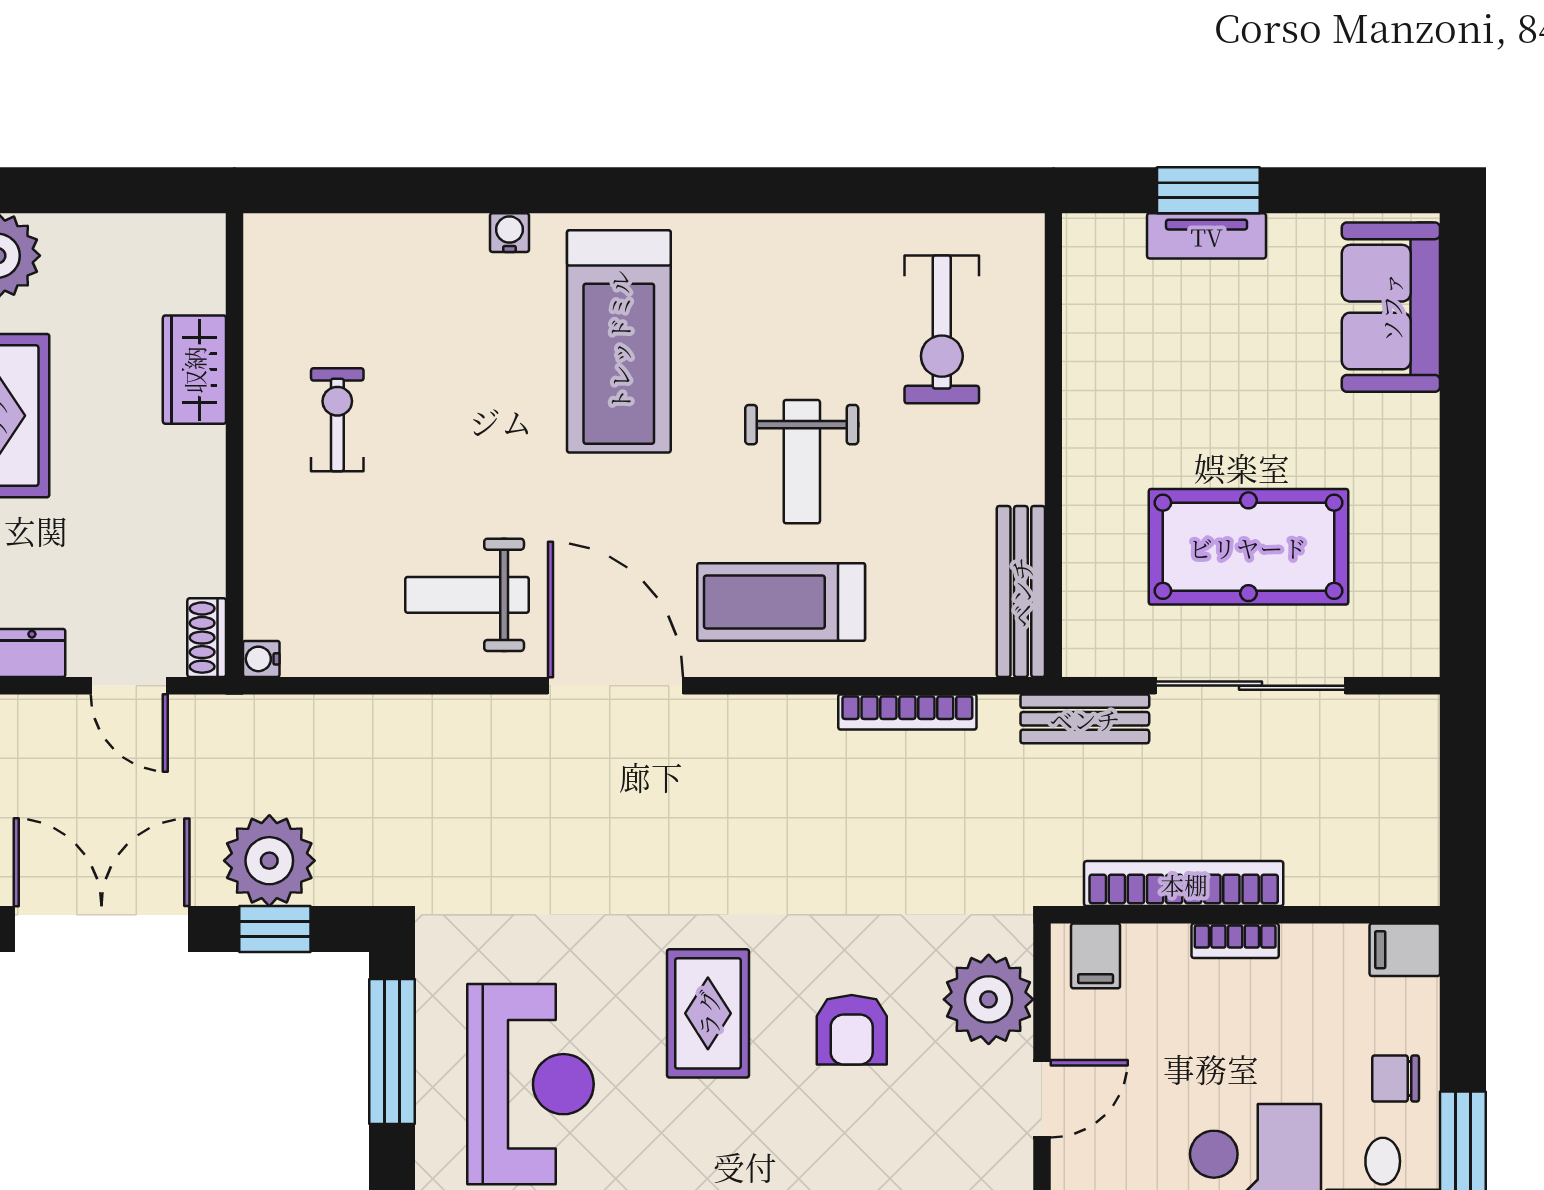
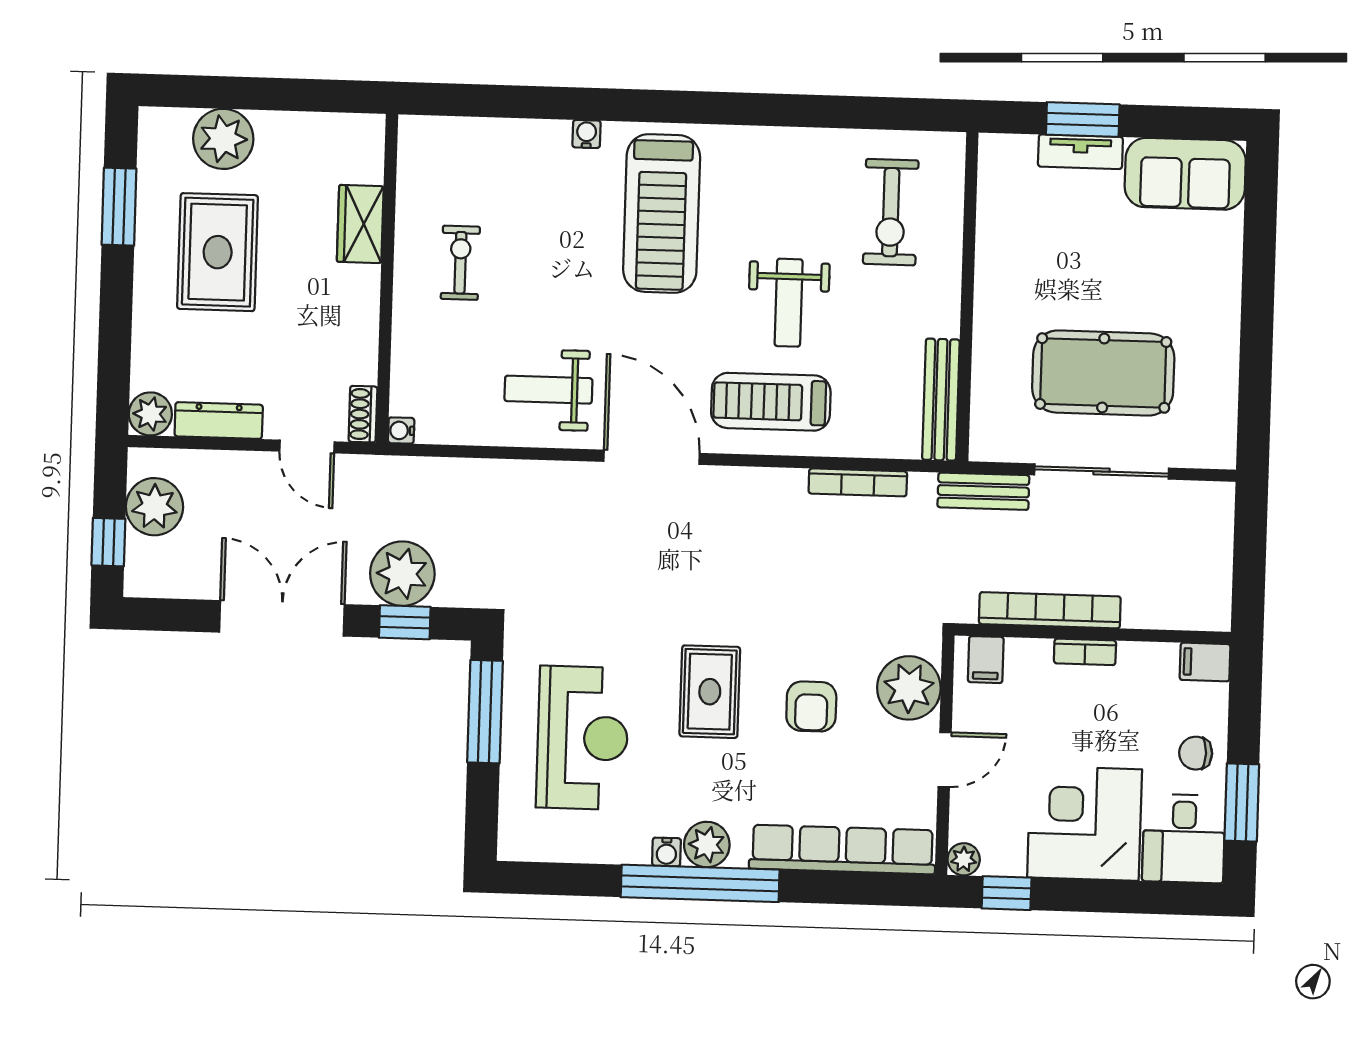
sofa: (1391, 307) -> (1185, 174), moved, turned -90

